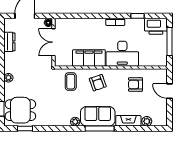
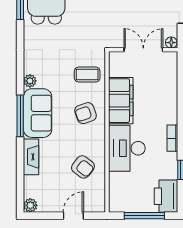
armchair: (135, 84) -> (83, 167), turned 128
plant: (147, 121) -> (30, 205), moved

